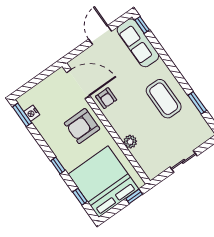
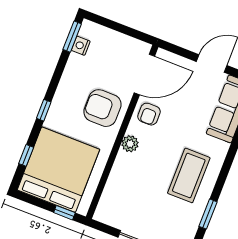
door: (78, 84) -> (144, 74), hinge flipped
plant: (130, 142) -> (130, 144), moved

